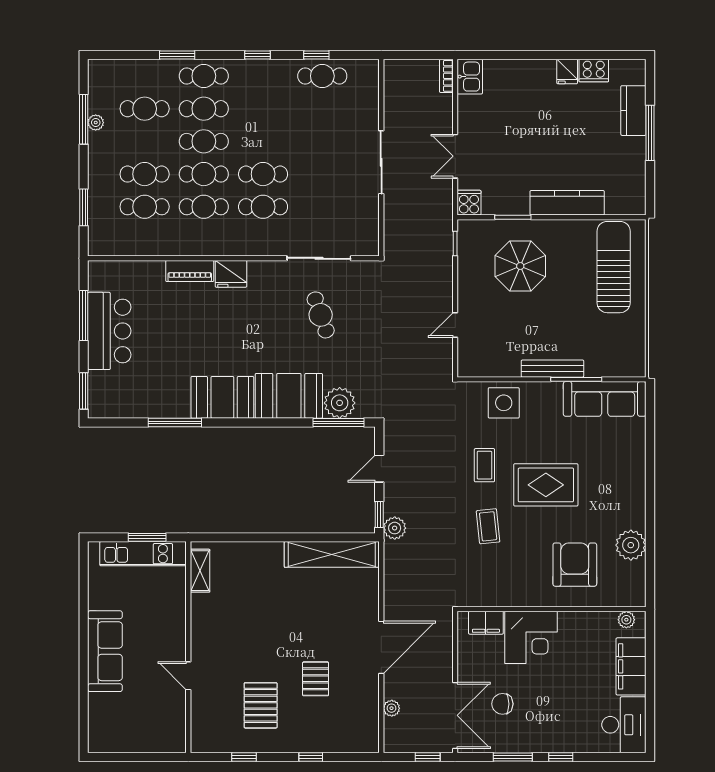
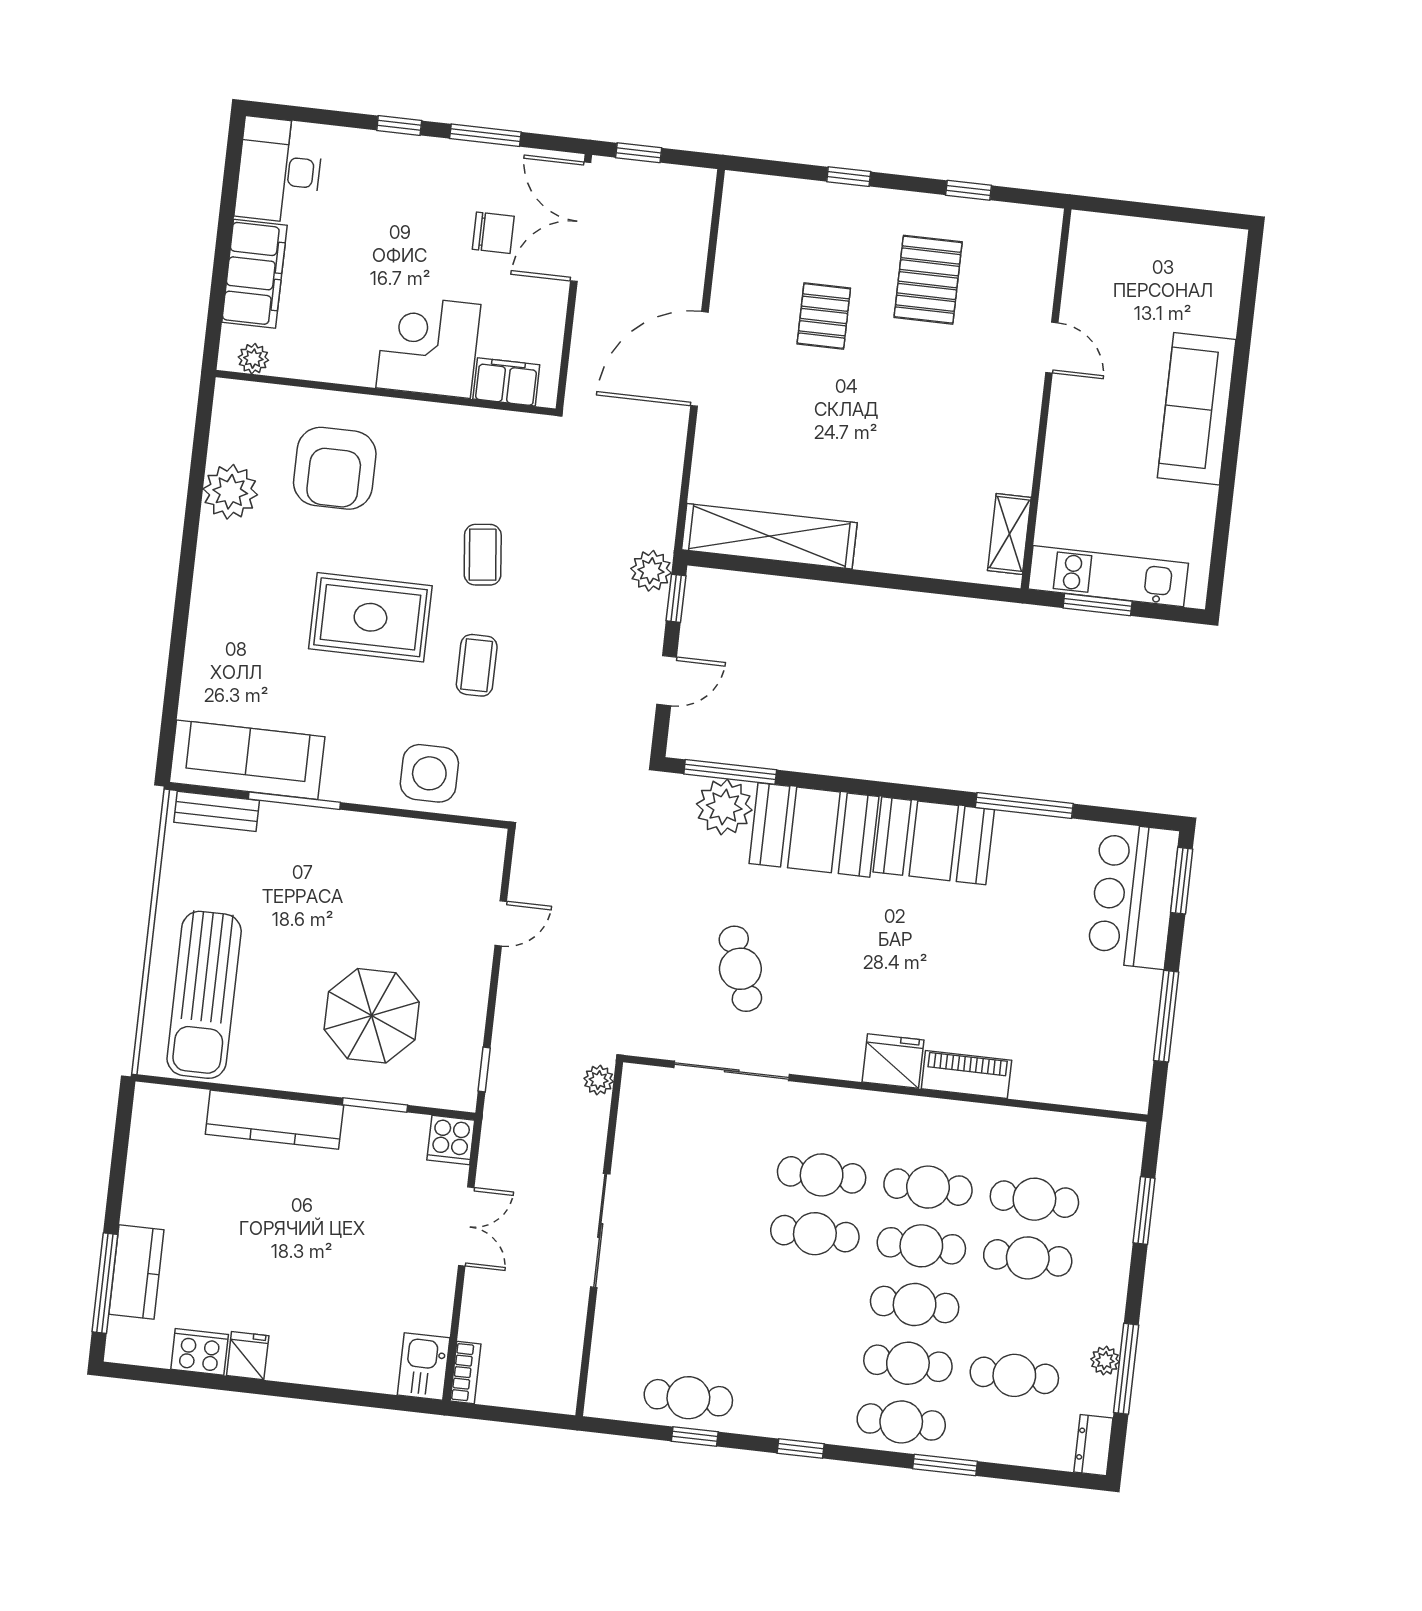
dresser: (97, 75) -> (1093, 1445), added
window: (650, 133) -> (105, 1283), moved
bar counter: (109, 331) -> (1133, 896), moved
bench: (552, 369) -> (217, 811), moved, width x0.73
plant: (392, 708) -> (599, 1080), moved

